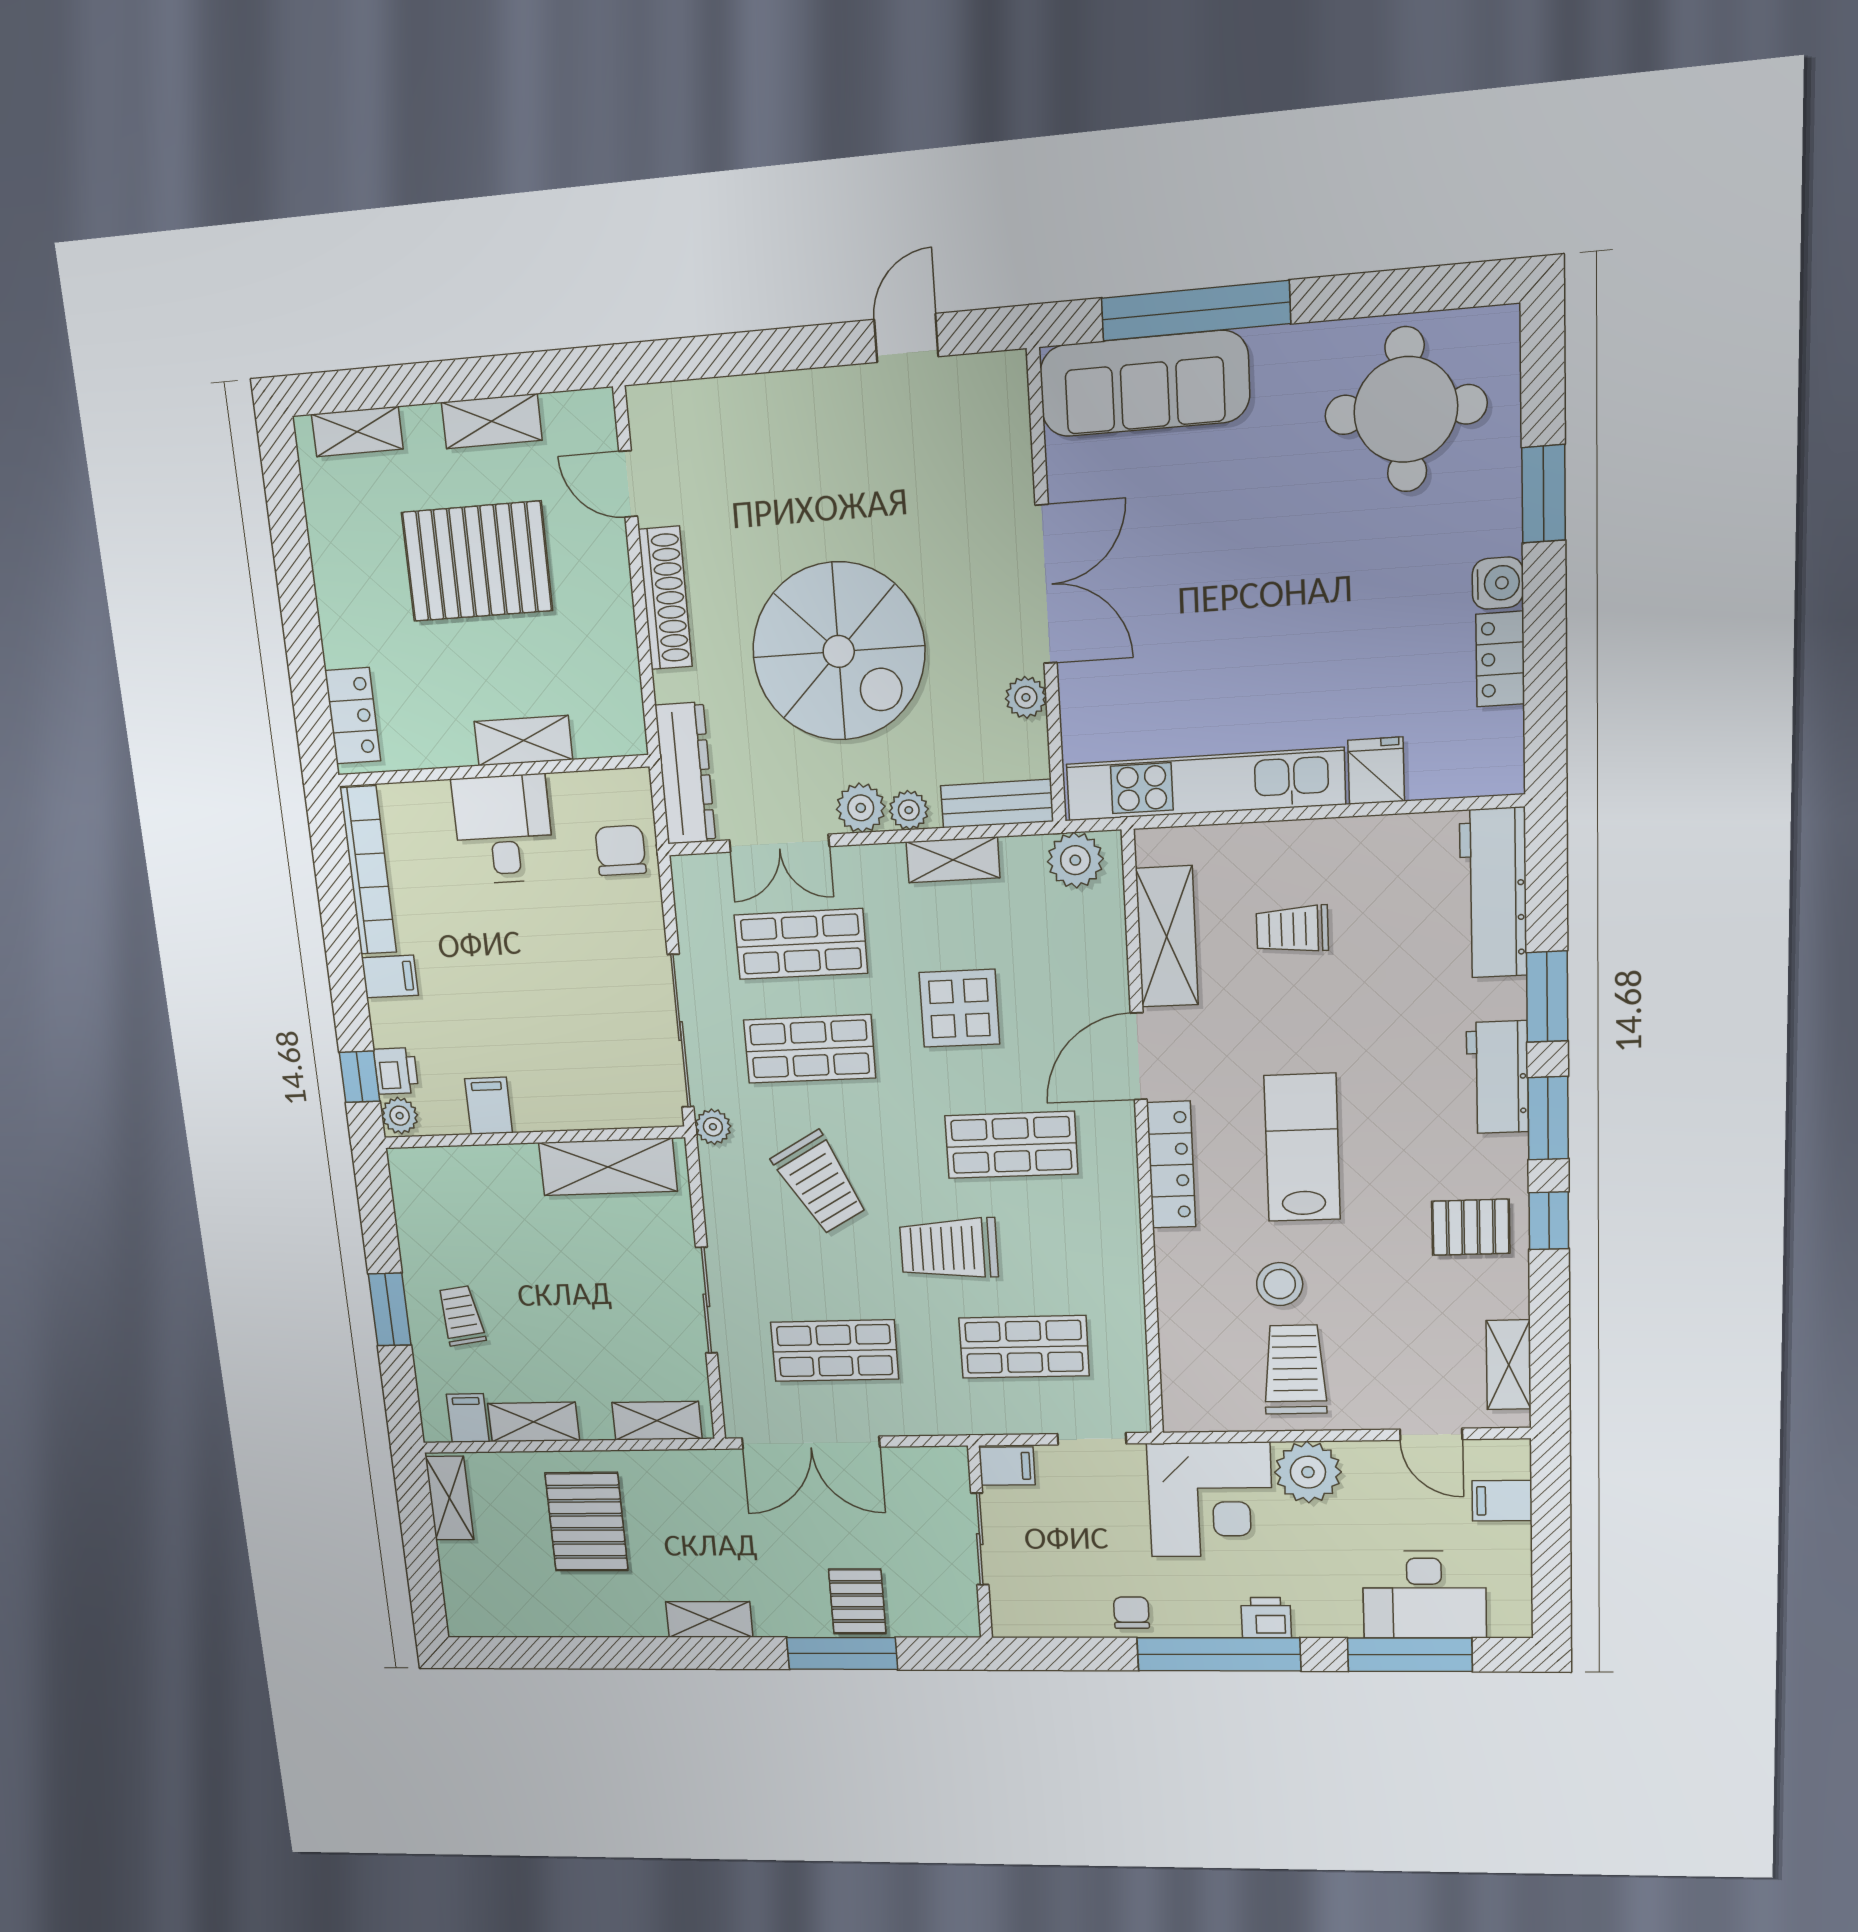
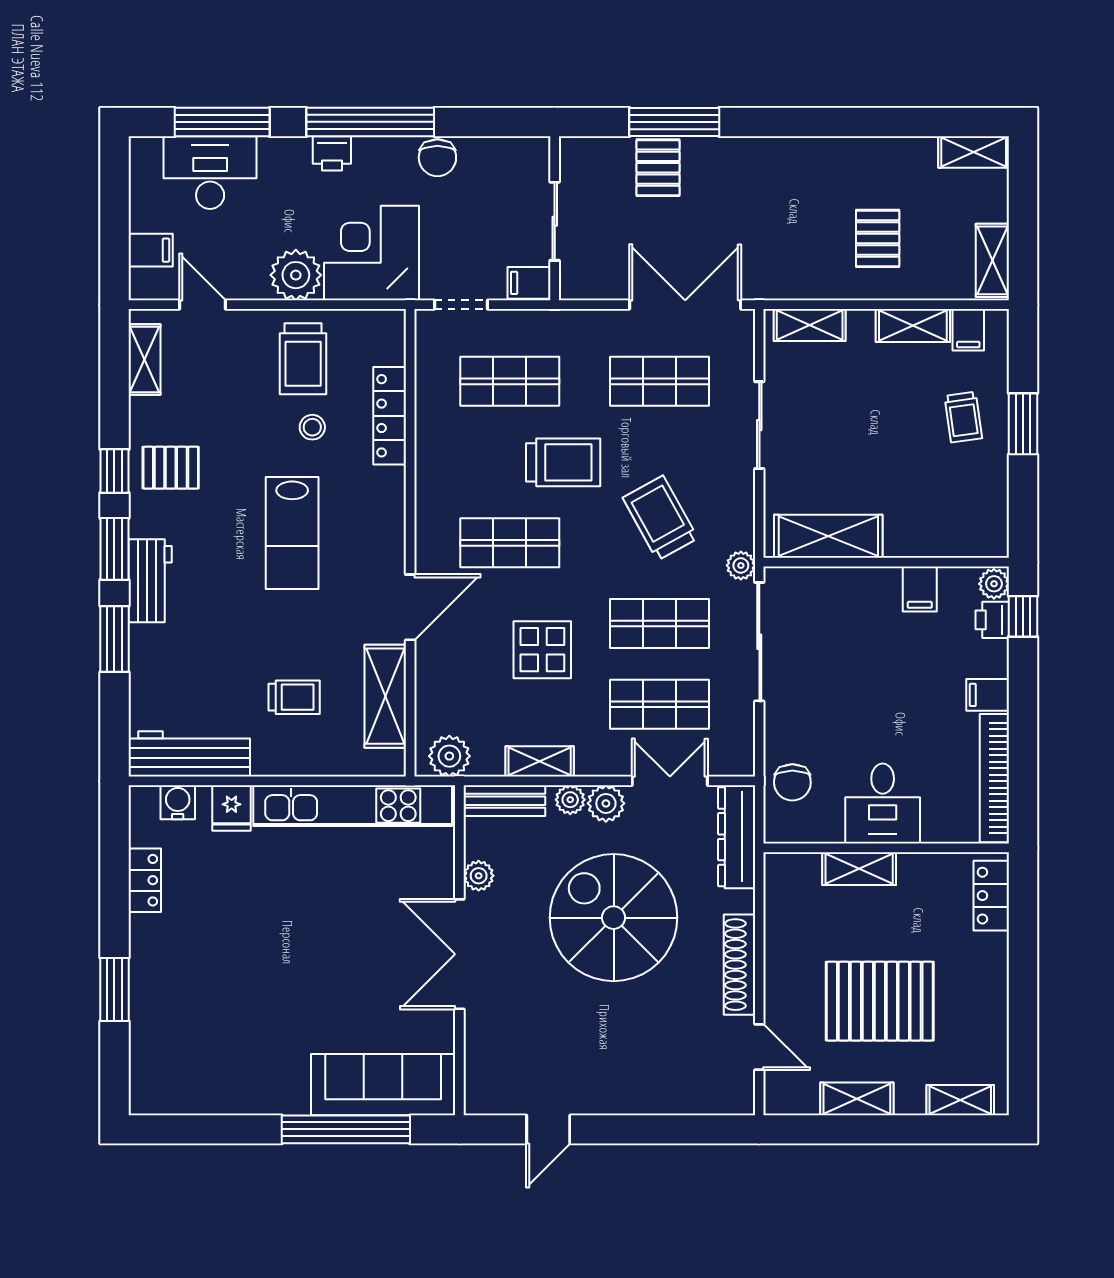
round table: (1406, 410) -> (206, 1052), removed
water cooler: (1498, 583) -> (178, 802), moved, turned 90
workbench: (1493, 893) -> (189, 754), moved, turned -90
locker: (1171, 1165) -> (390, 416), moved
stool: (1280, 1284) -> (312, 427), width x0.73, depth x0.73
pallet: (587, 1522) -> (878, 238), width x0.67, depth x0.71
chair: (1131, 1613) -> (437, 158), width x1.37, depth x1.37
shelving: (709, 1619) -> (974, 152), moved

